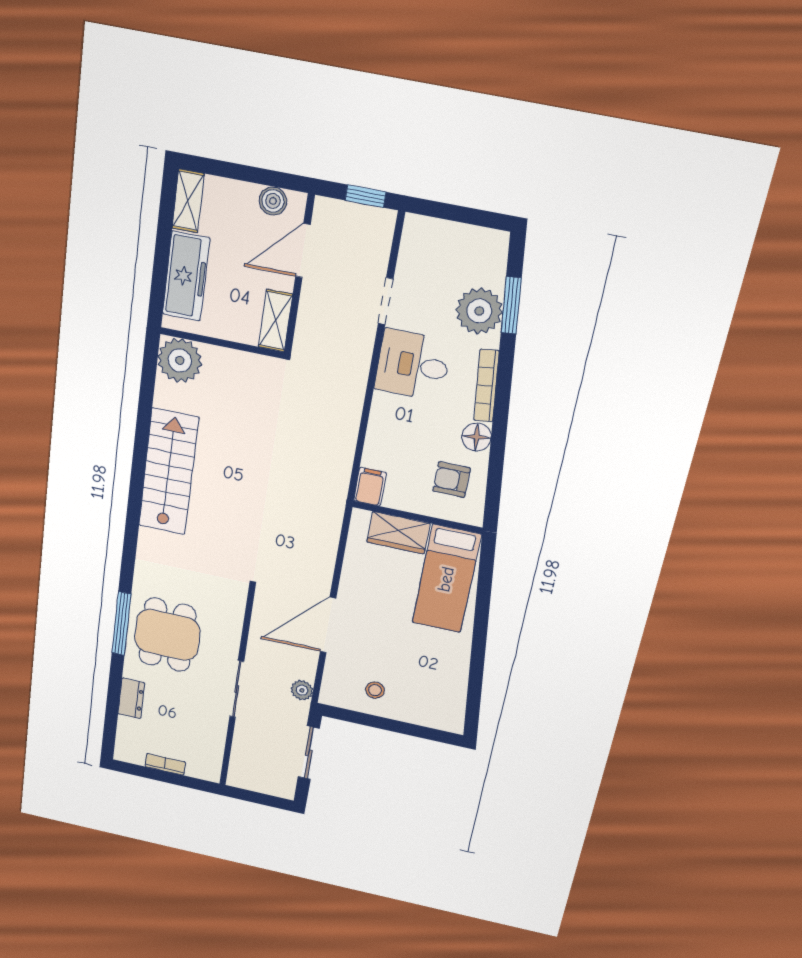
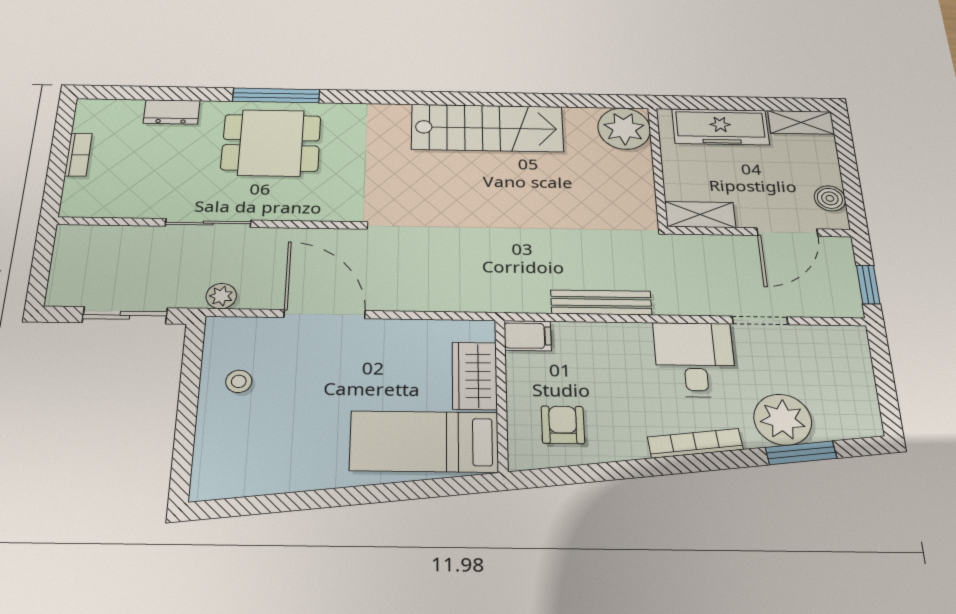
door: (303, 251) -> (787, 232), swing flipped
bench: (349, 424) -> (601, 302), added
floor lamp: (476, 437) -> (627, 444), removed

